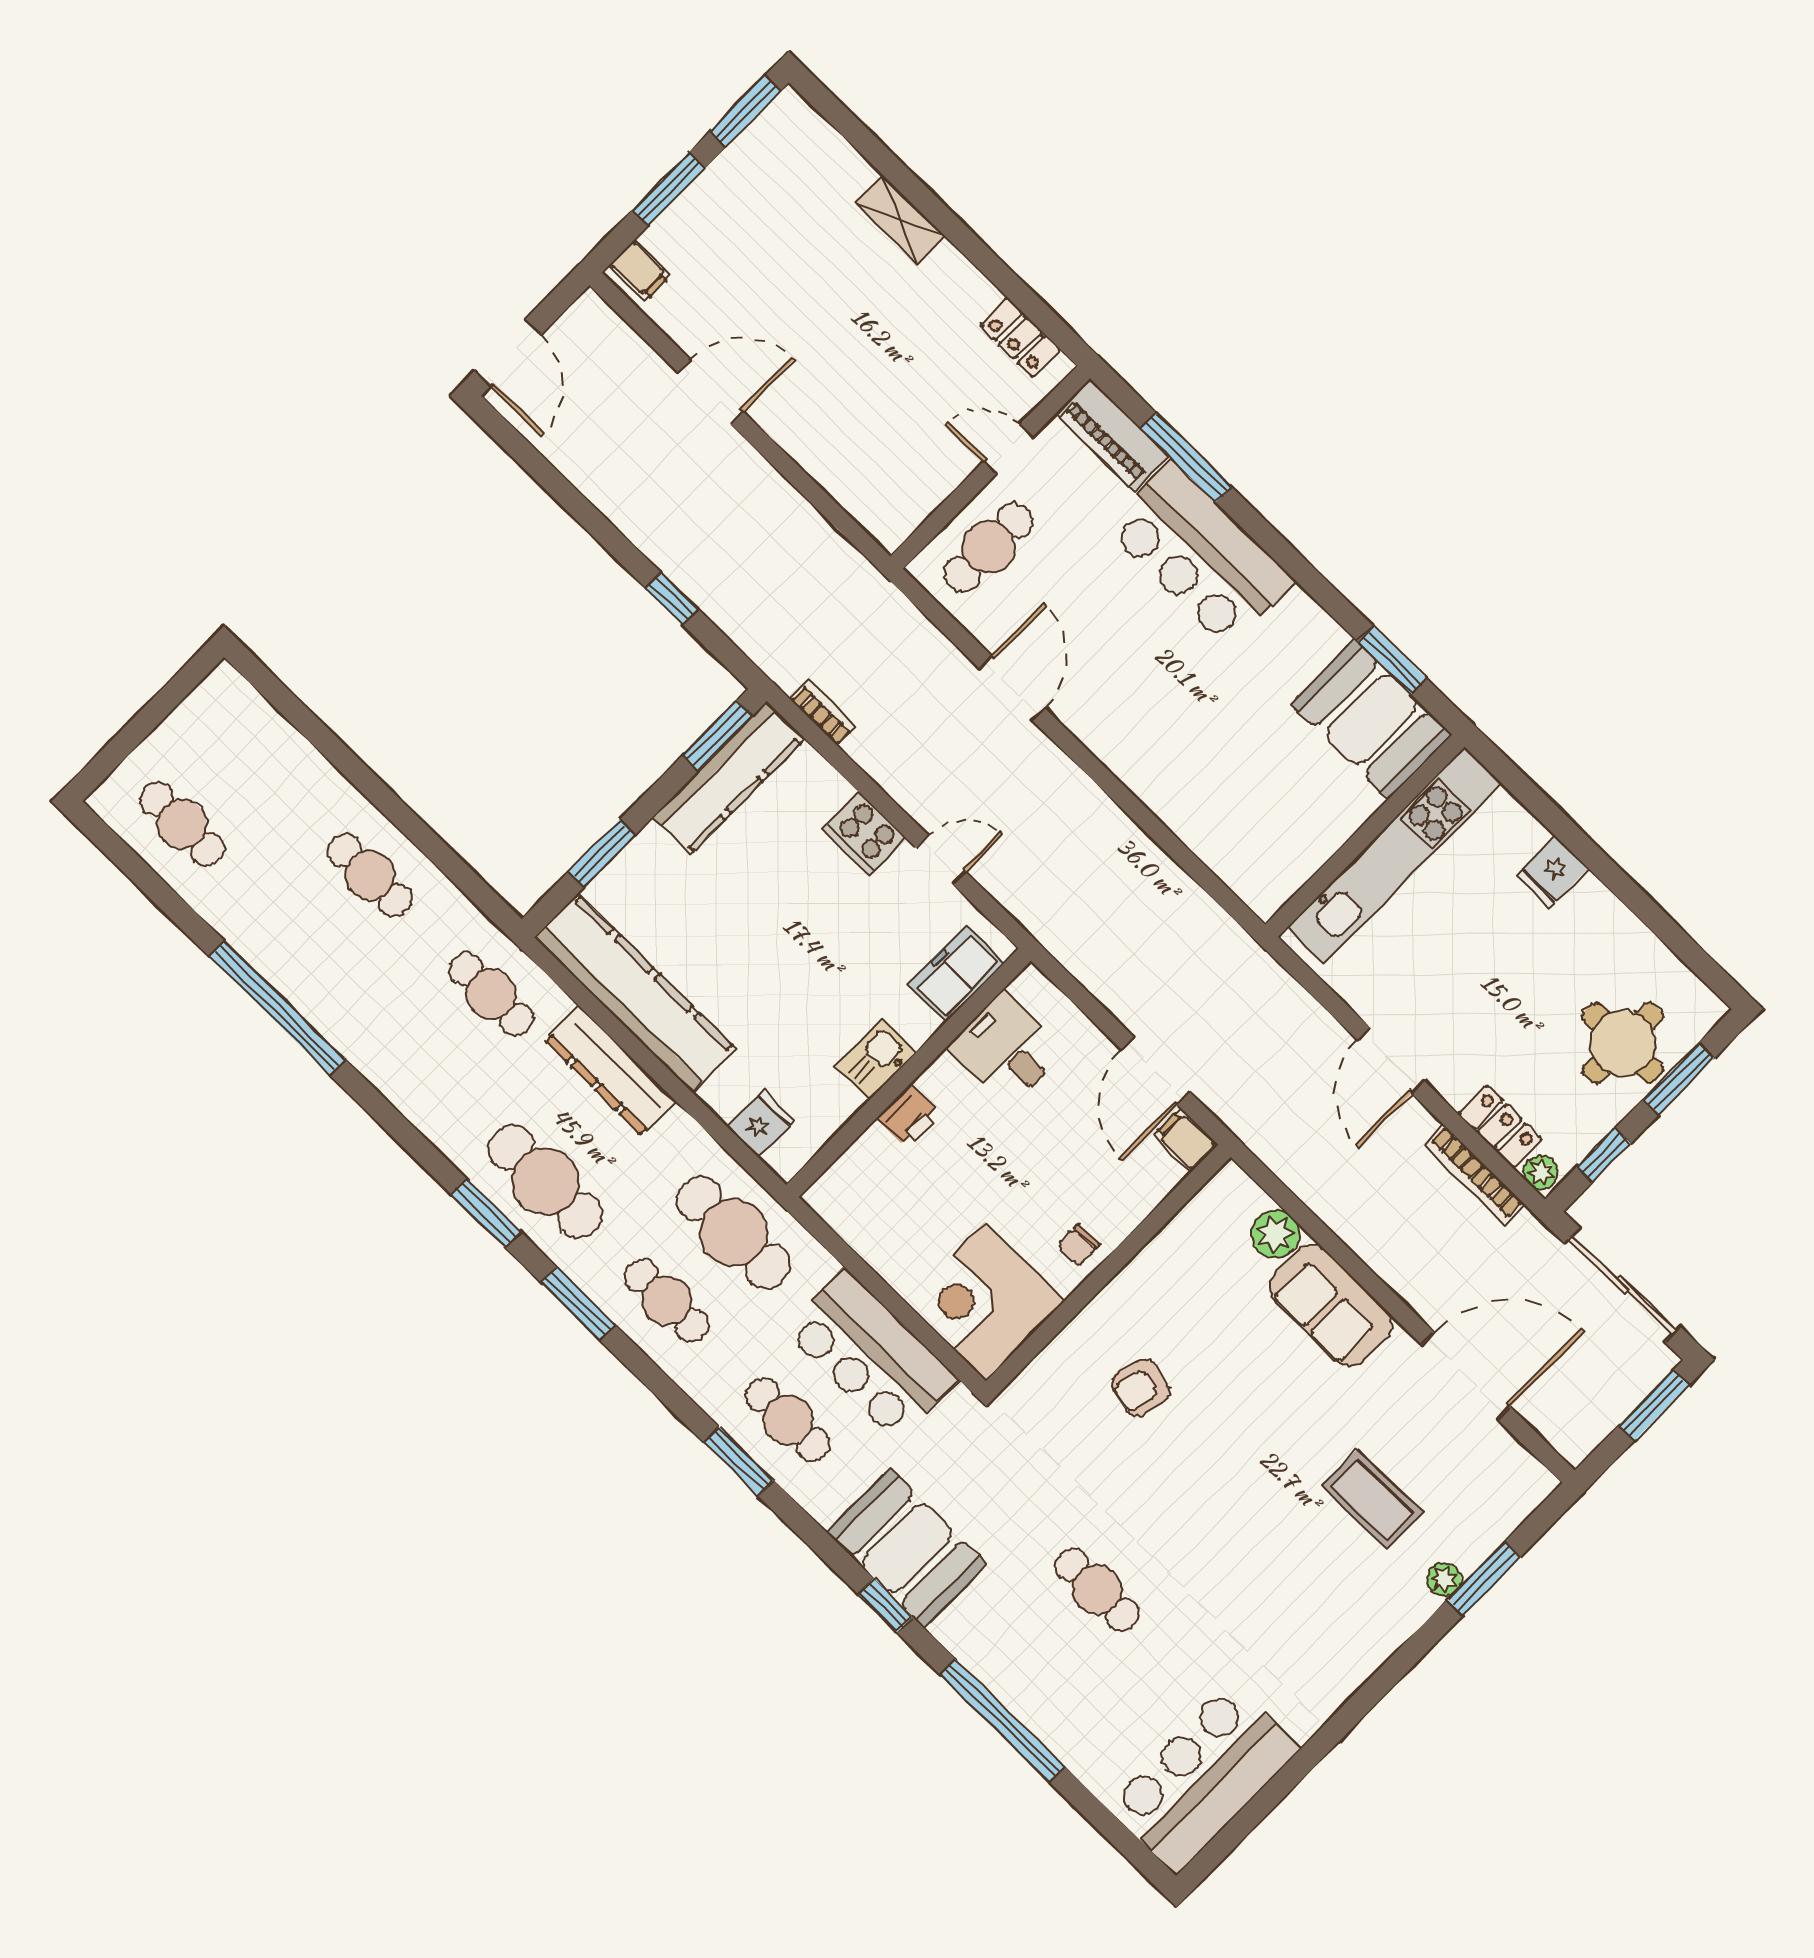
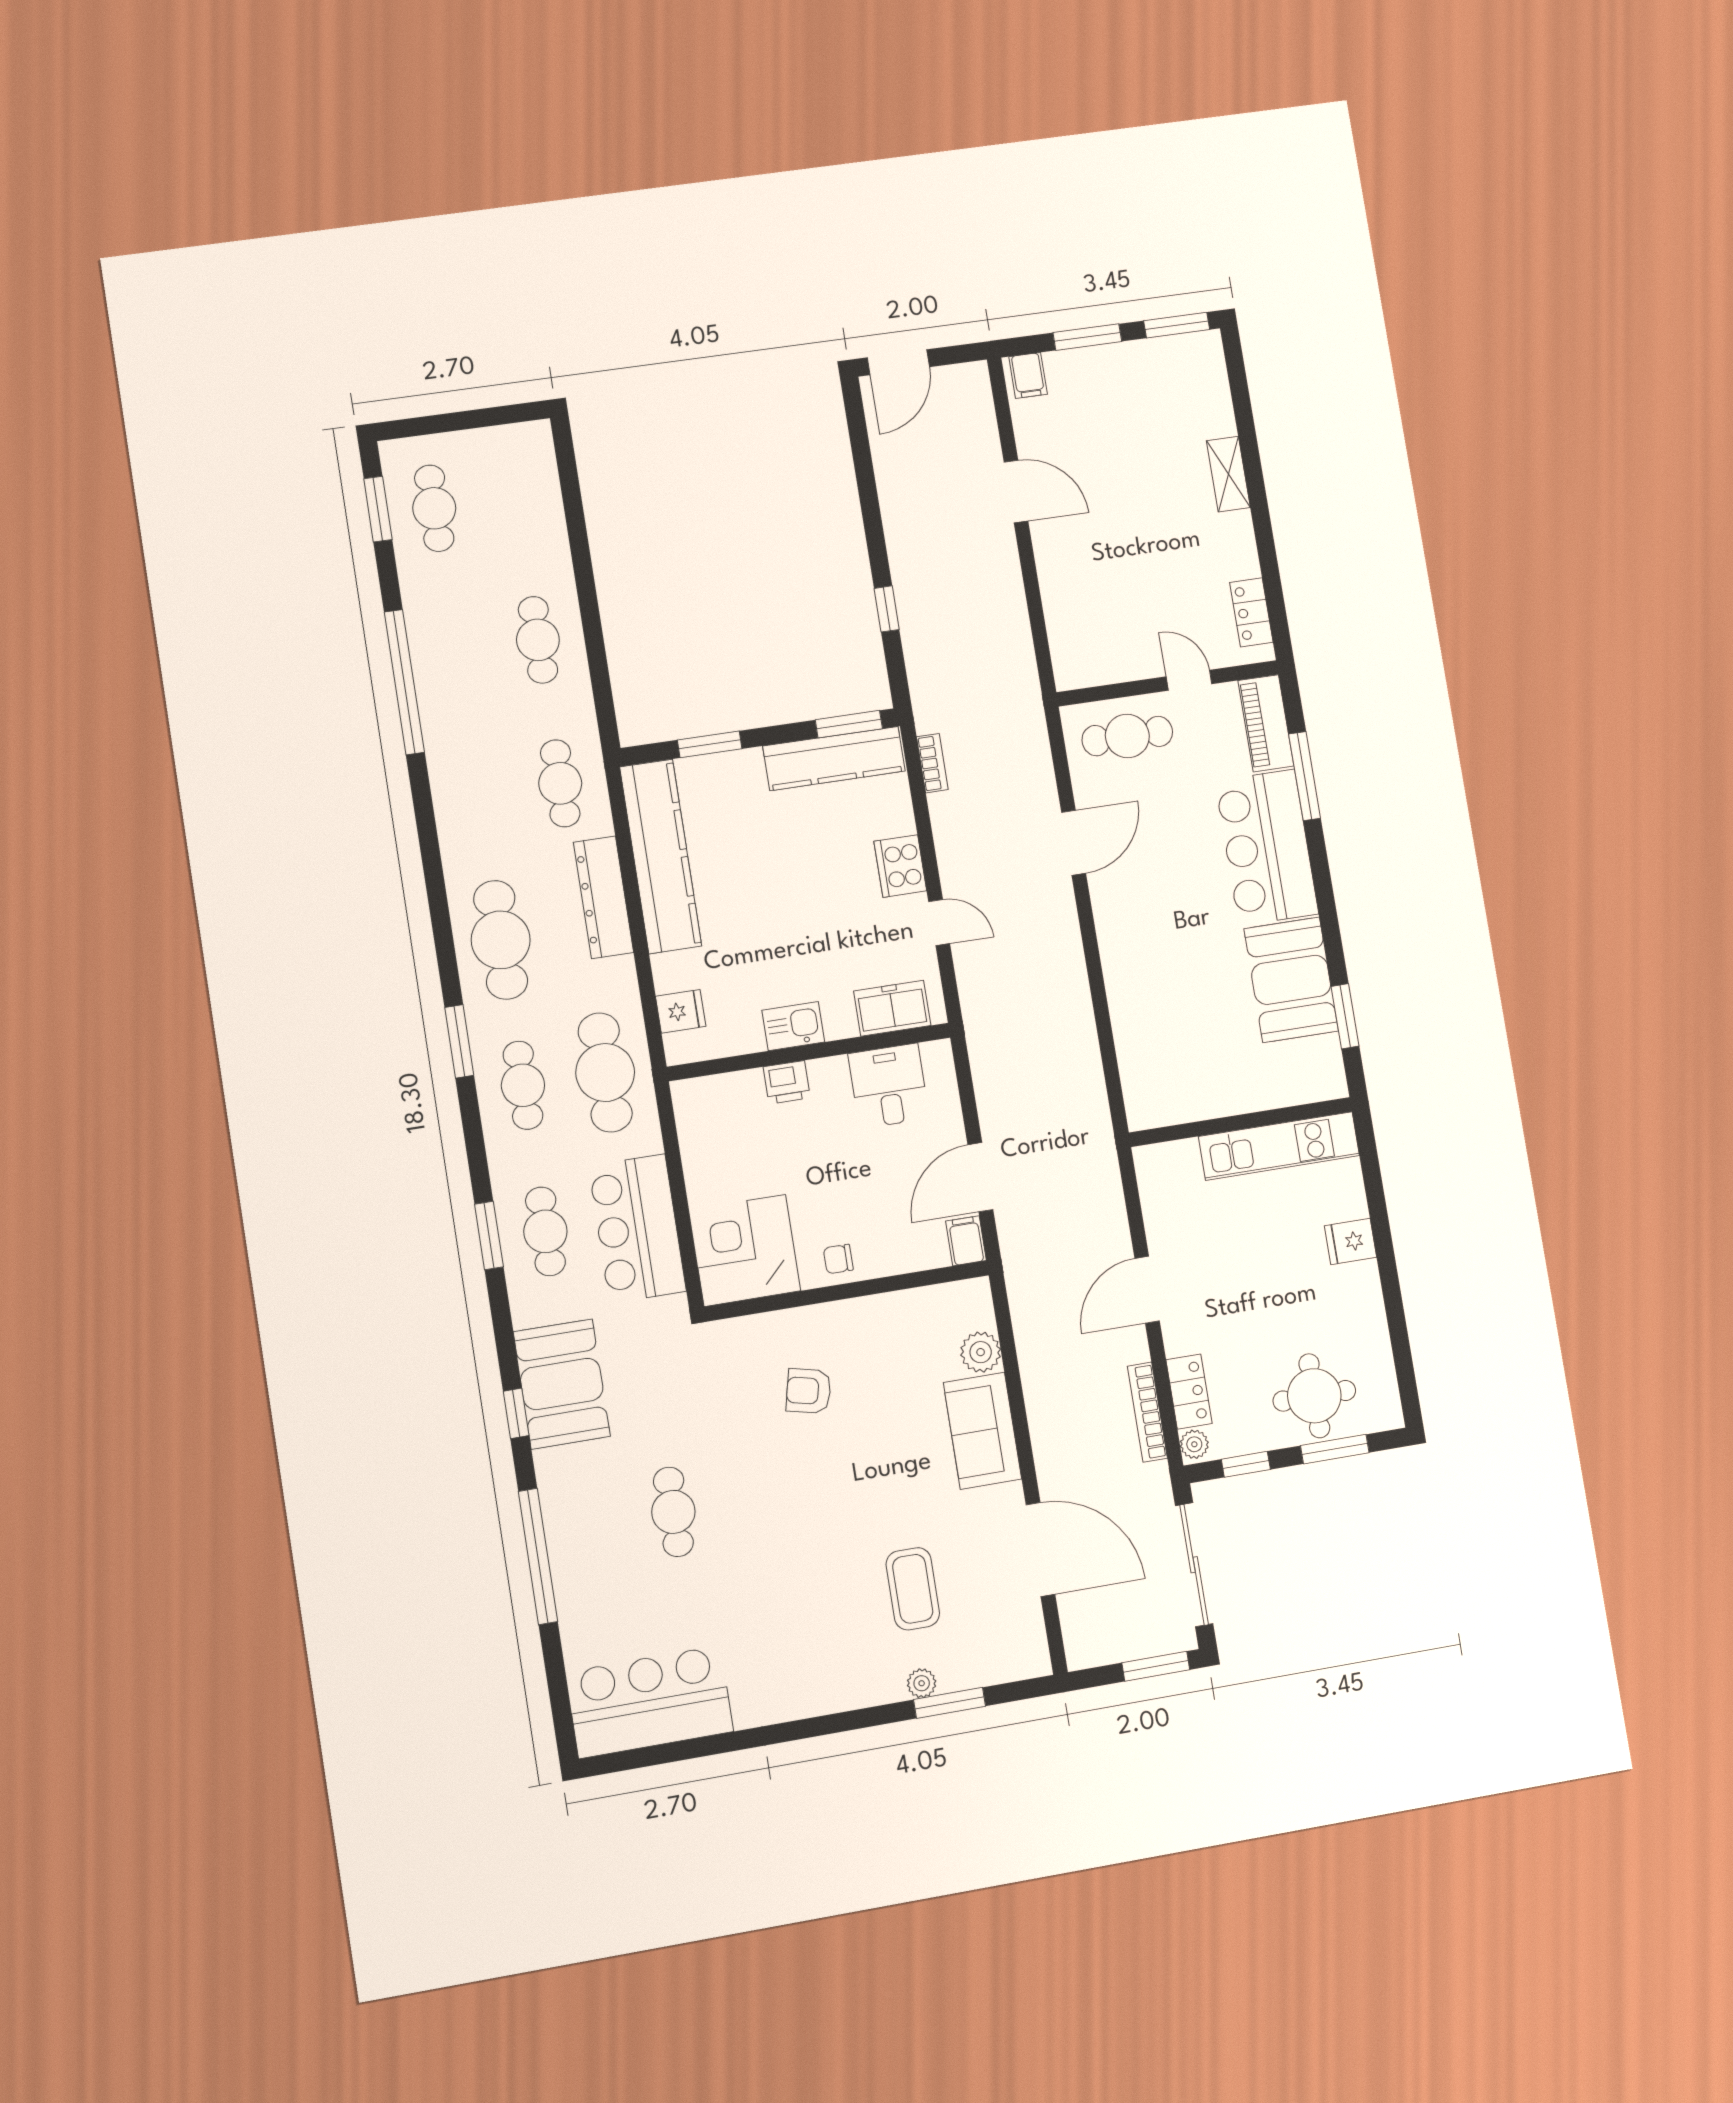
booth: (1371, 719) -> (1291, 980), moved
kitchen unit: (1394, 855) -> (1279, 1146), width x0.73
window: (486, 1213) -> (378, 509), moved

